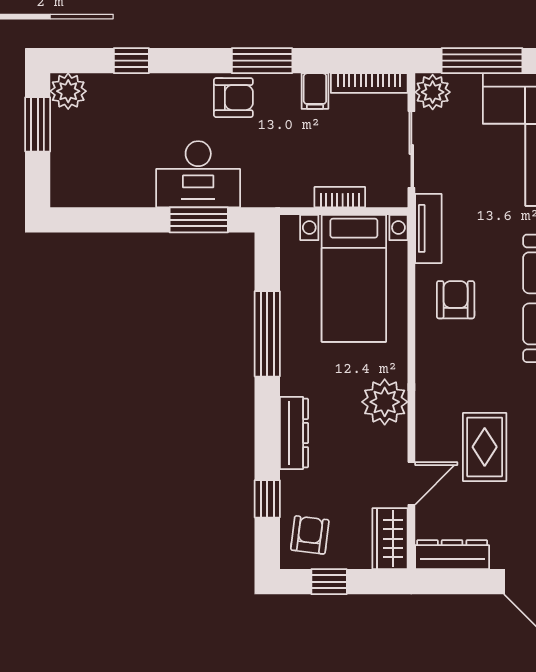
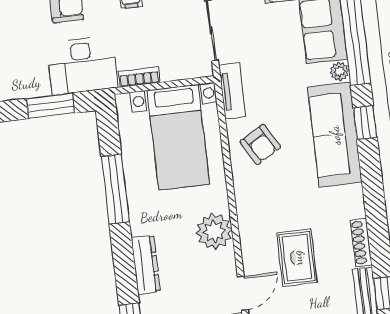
desk: (198, 174) -> (82, 65), moved
bookcase: (340, 197) -> (139, 77), moved
armchair: (456, 300) -> (260, 144), turned 150

